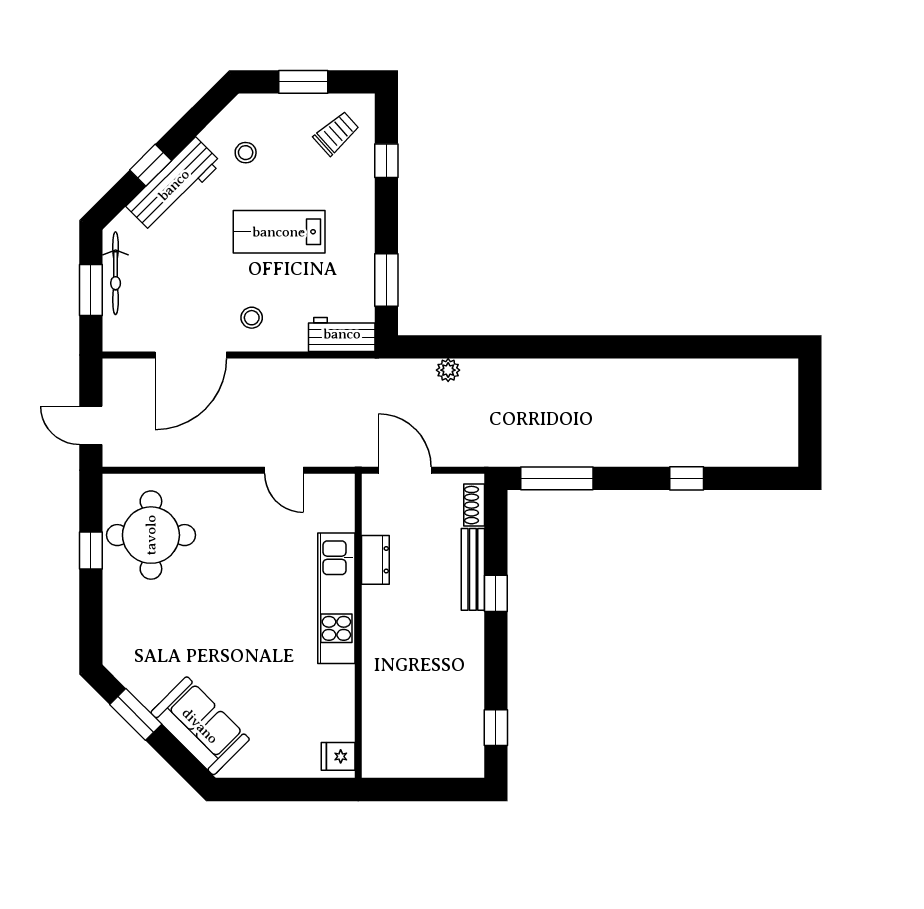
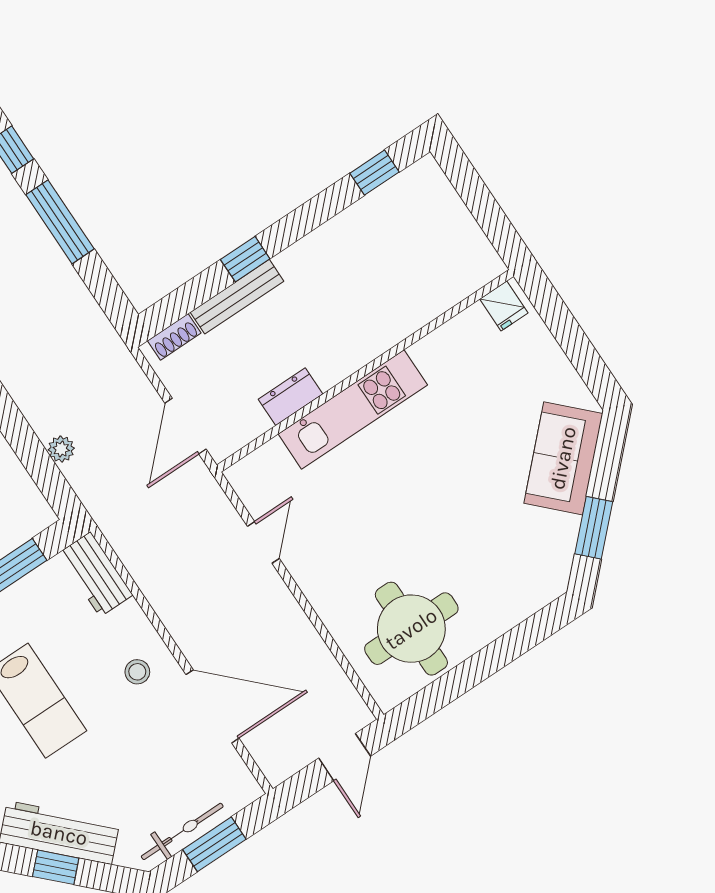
window: (557, 478) -> (60, 222), moved
window: (91, 550) -> (465, 677), removed

